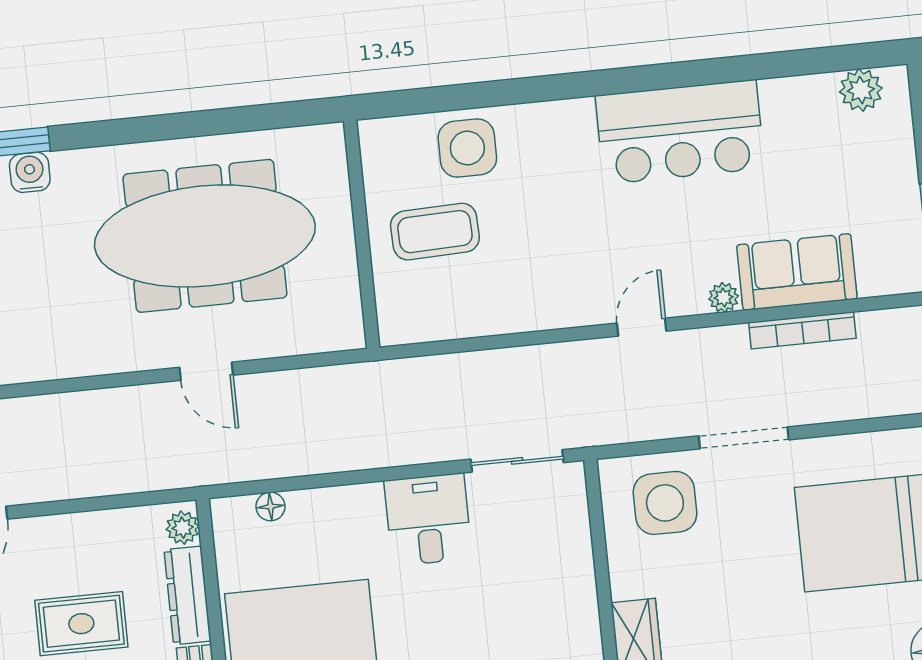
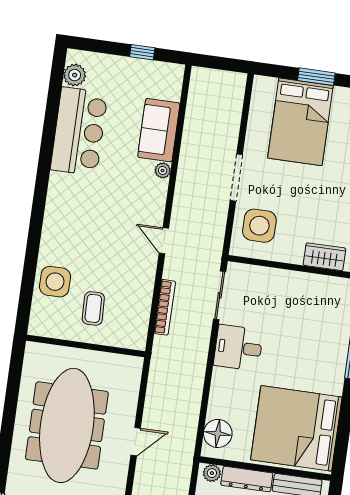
bar counter: (680, 132) -> (79, 131), moved
coffee table: (435, 232) -> (93, 308), width x0.73, depth x0.77
door: (642, 327) -> (164, 241), moved
bookcase: (802, 330) -> (165, 307), moved
floor lamp: (270, 506) -> (218, 433), width x1.89, depth x1.89

